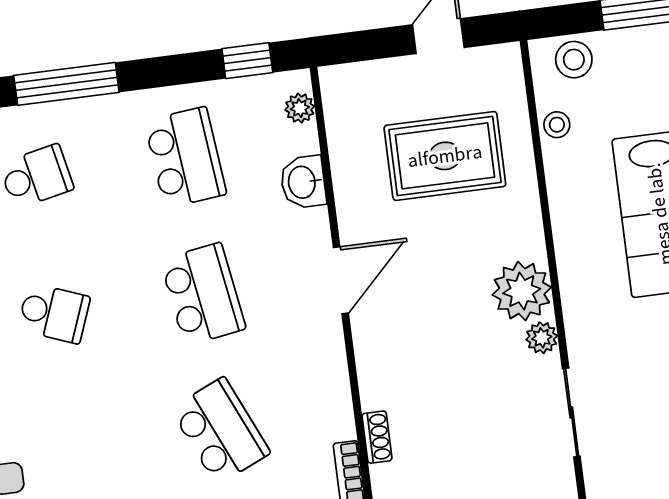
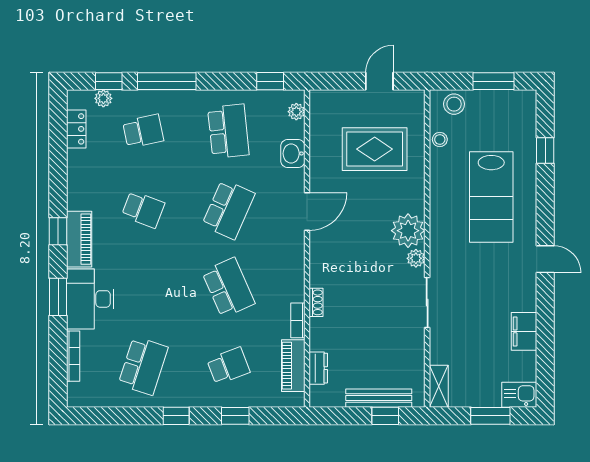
school desk: (203, 294) -> (228, 209), turned 33

